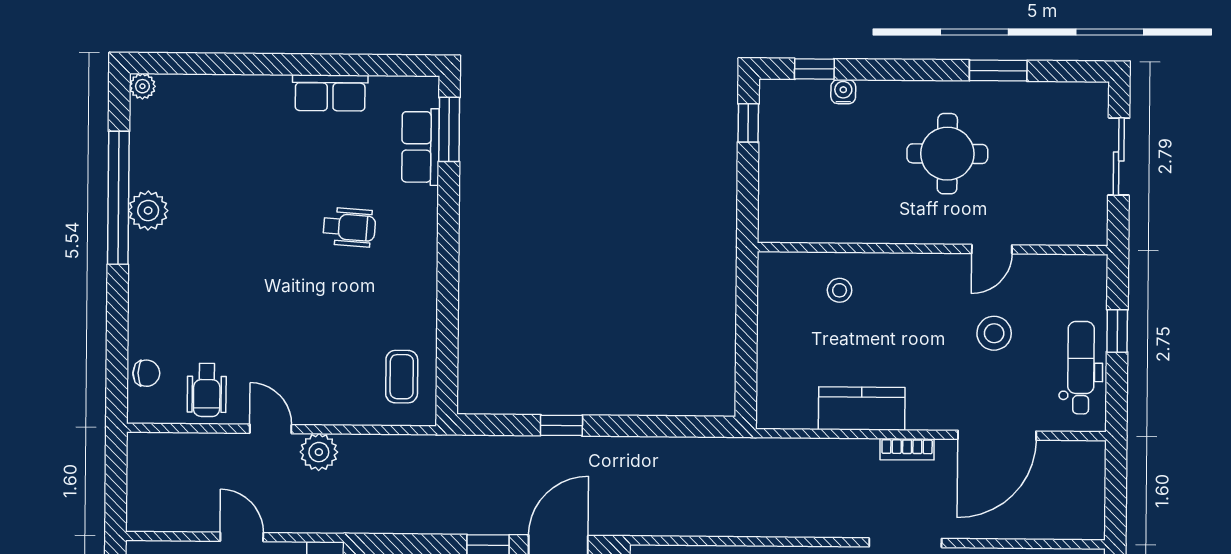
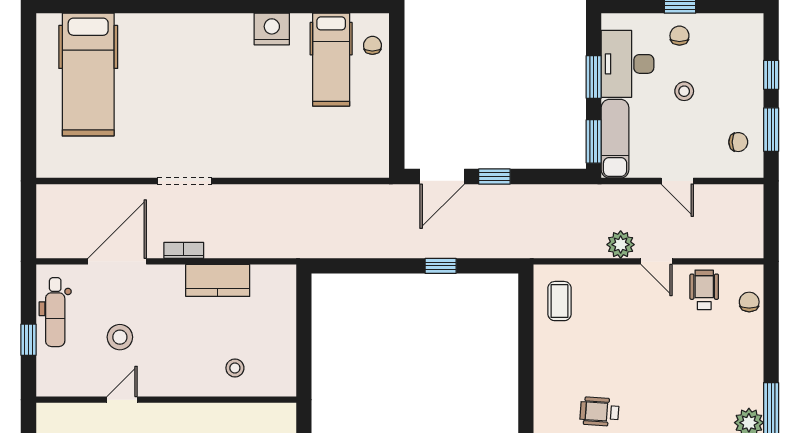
chair: (146, 373) -> (749, 302), turned 90

